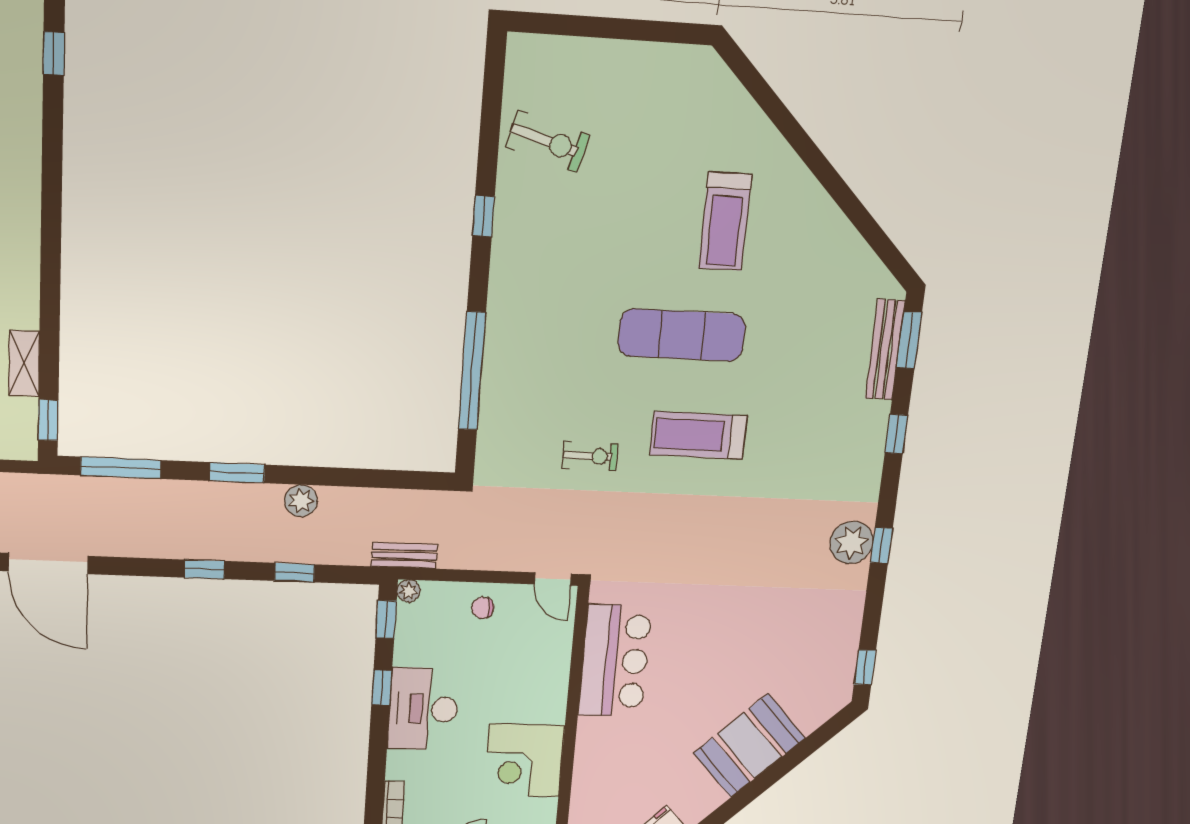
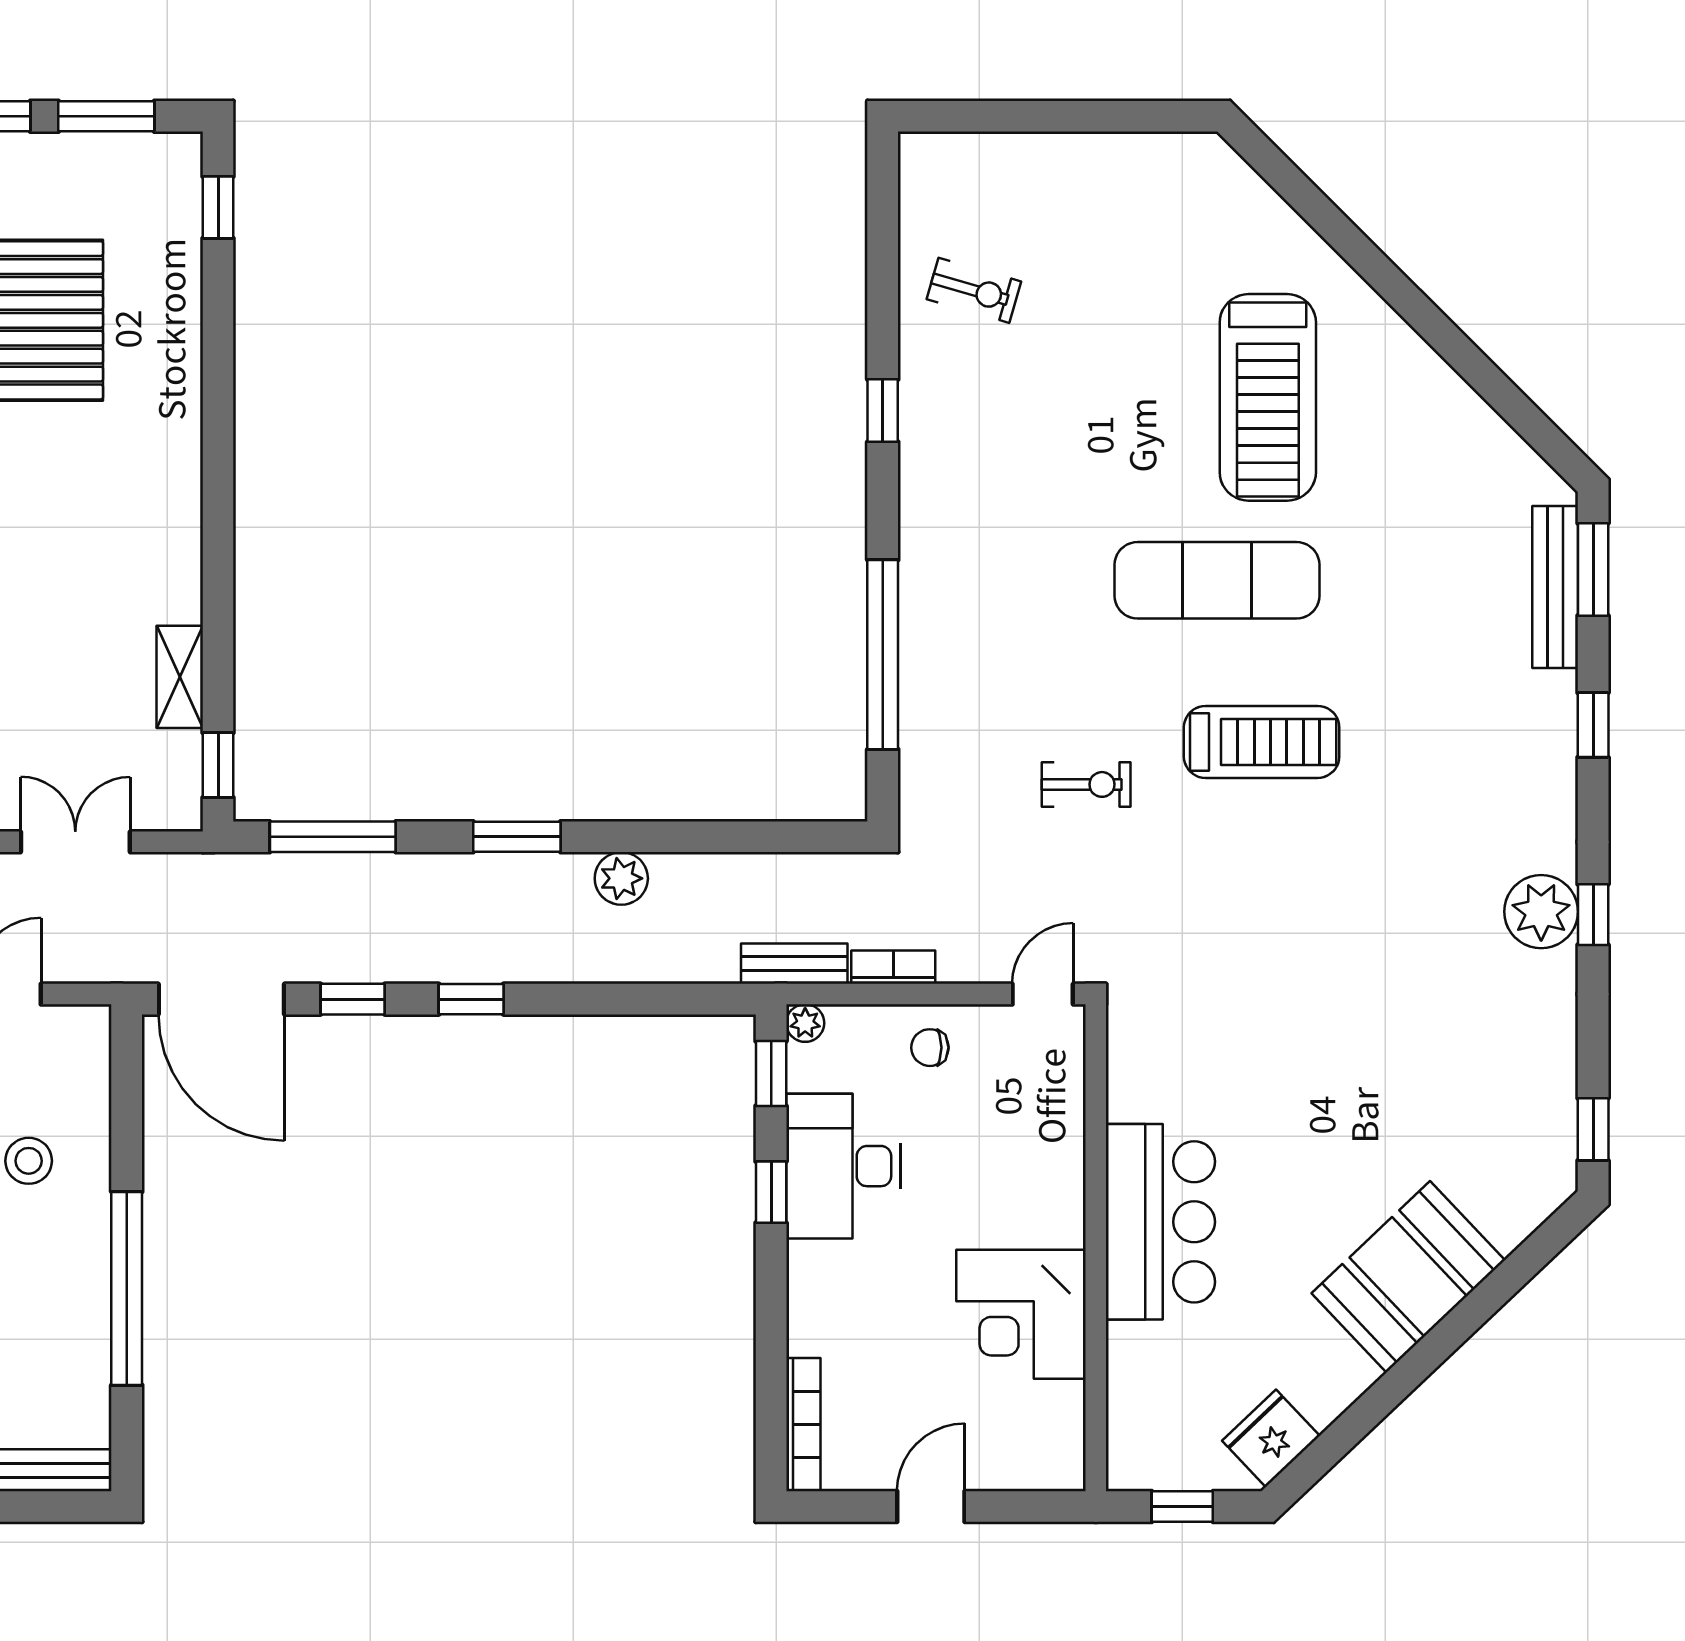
exercise bike: (547, 141) -> (974, 290), width x0.73, depth x0.72
treadmill: (725, 222) -> (1268, 397), width x1.37, depth x1.38
treadmill: (698, 435) -> (1262, 742), turned 180
bookcase: (464, 560) -> (893, 967), added
window: (295, 573) -> (353, 999), moved
door: (553, 579) -> (1043, 994), swing flipped
bar counter: (615, 661) -> (1160, 1222), moved
desk: (423, 709) -> (843, 1166), moved

